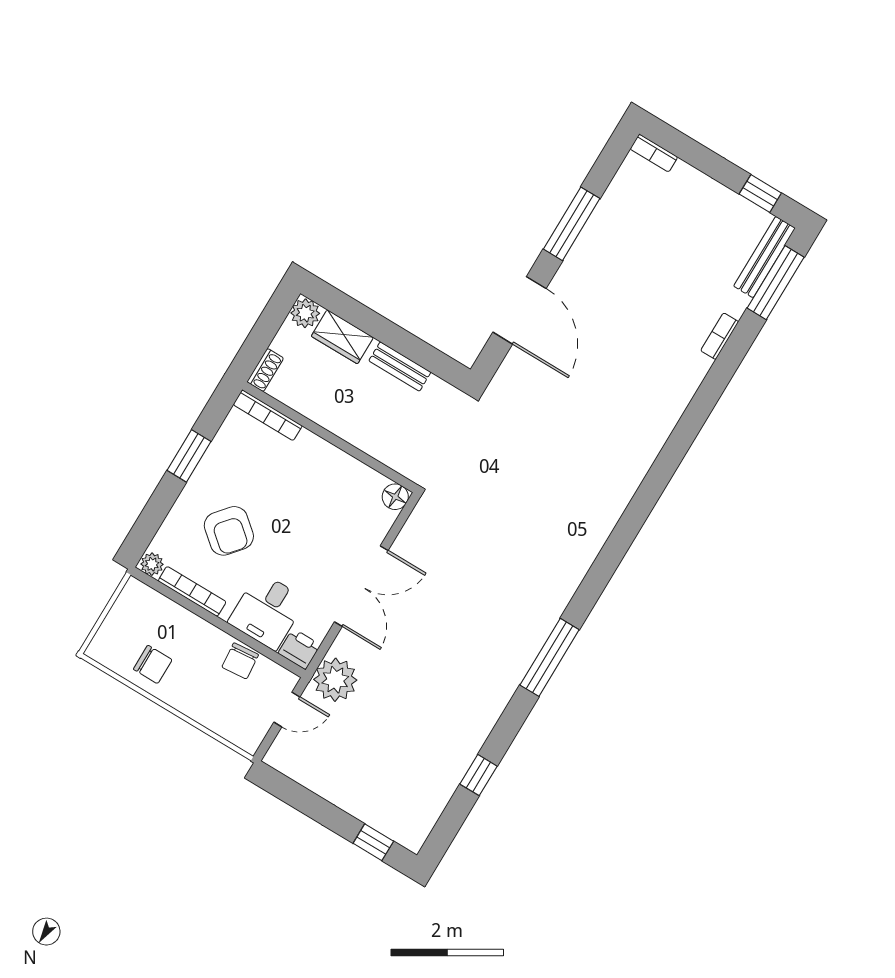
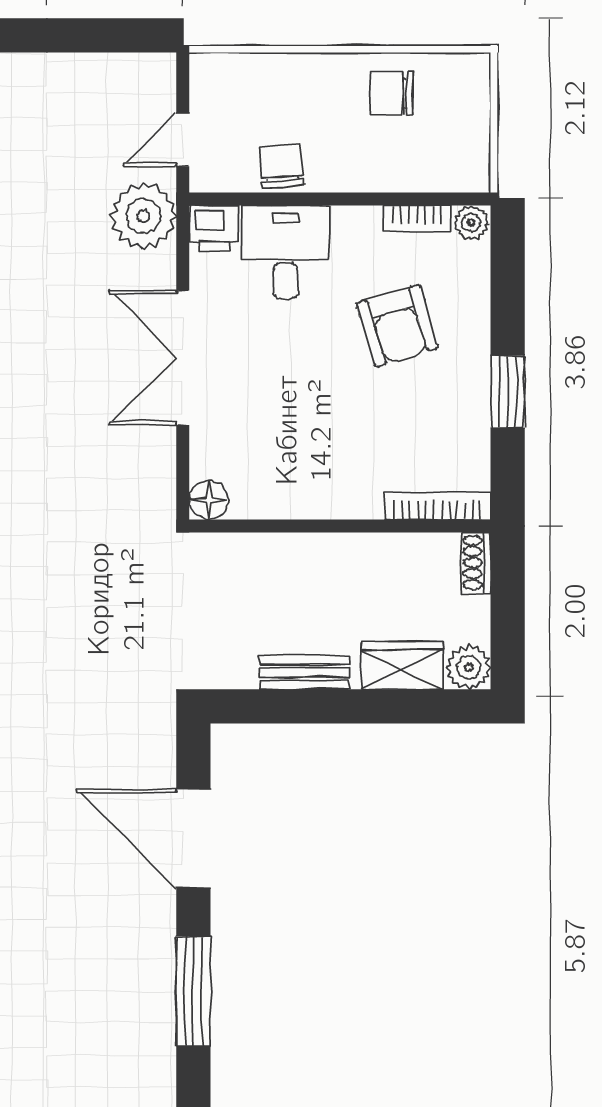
armchair: (229, 531) -> (397, 326), turned -147
bookcase: (192, 591) -> (417, 219), width x0.64

